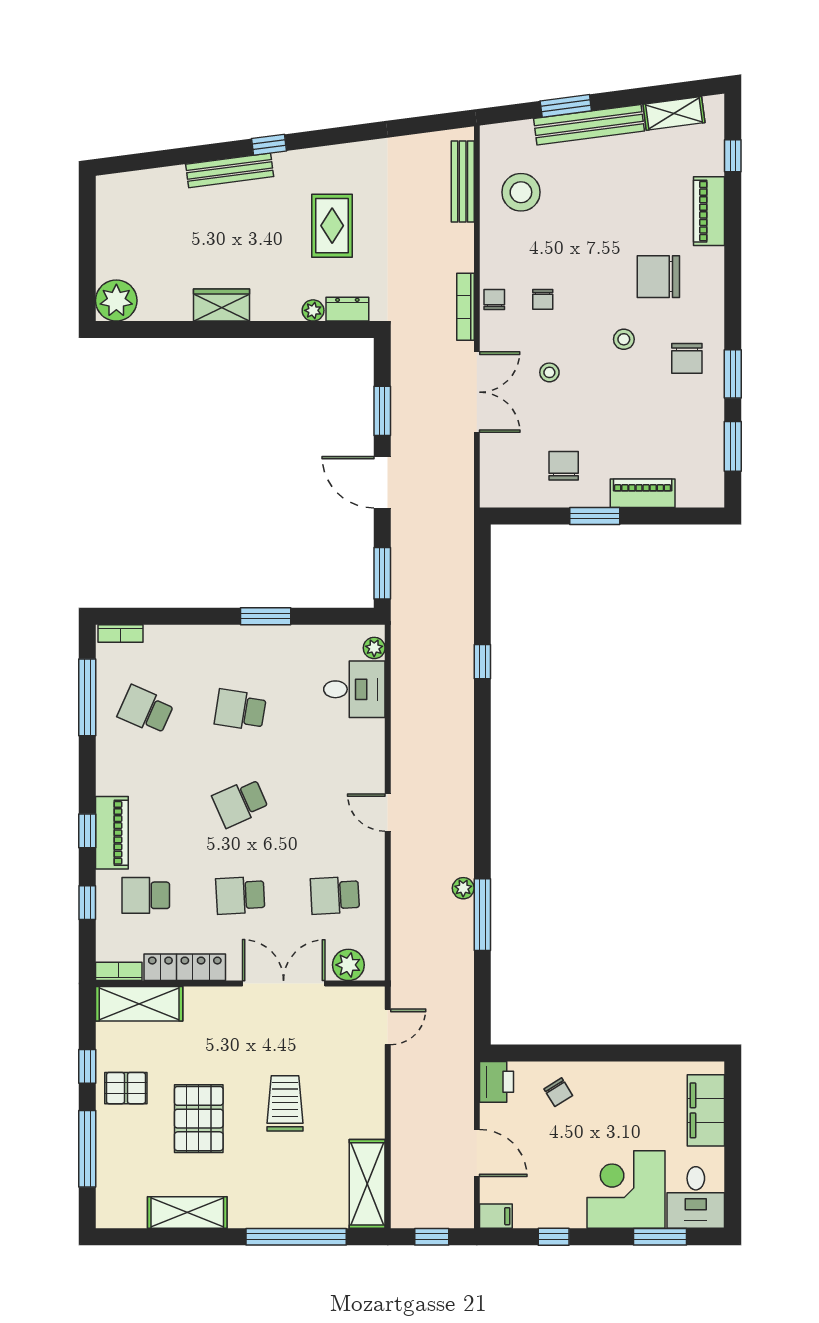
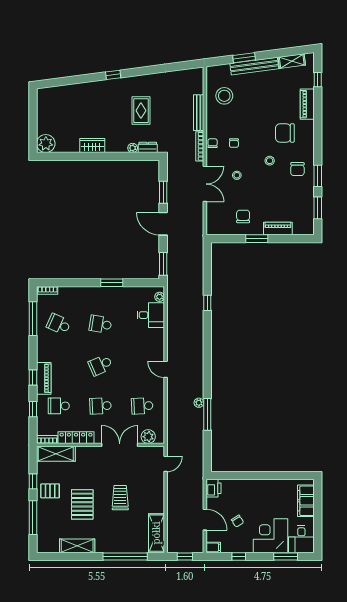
bench: (230, 170) -> (96, 86), removed
bench: (463, 181) -> (199, 113), moved
chair: (558, 1092) -> (238, 521), moved

